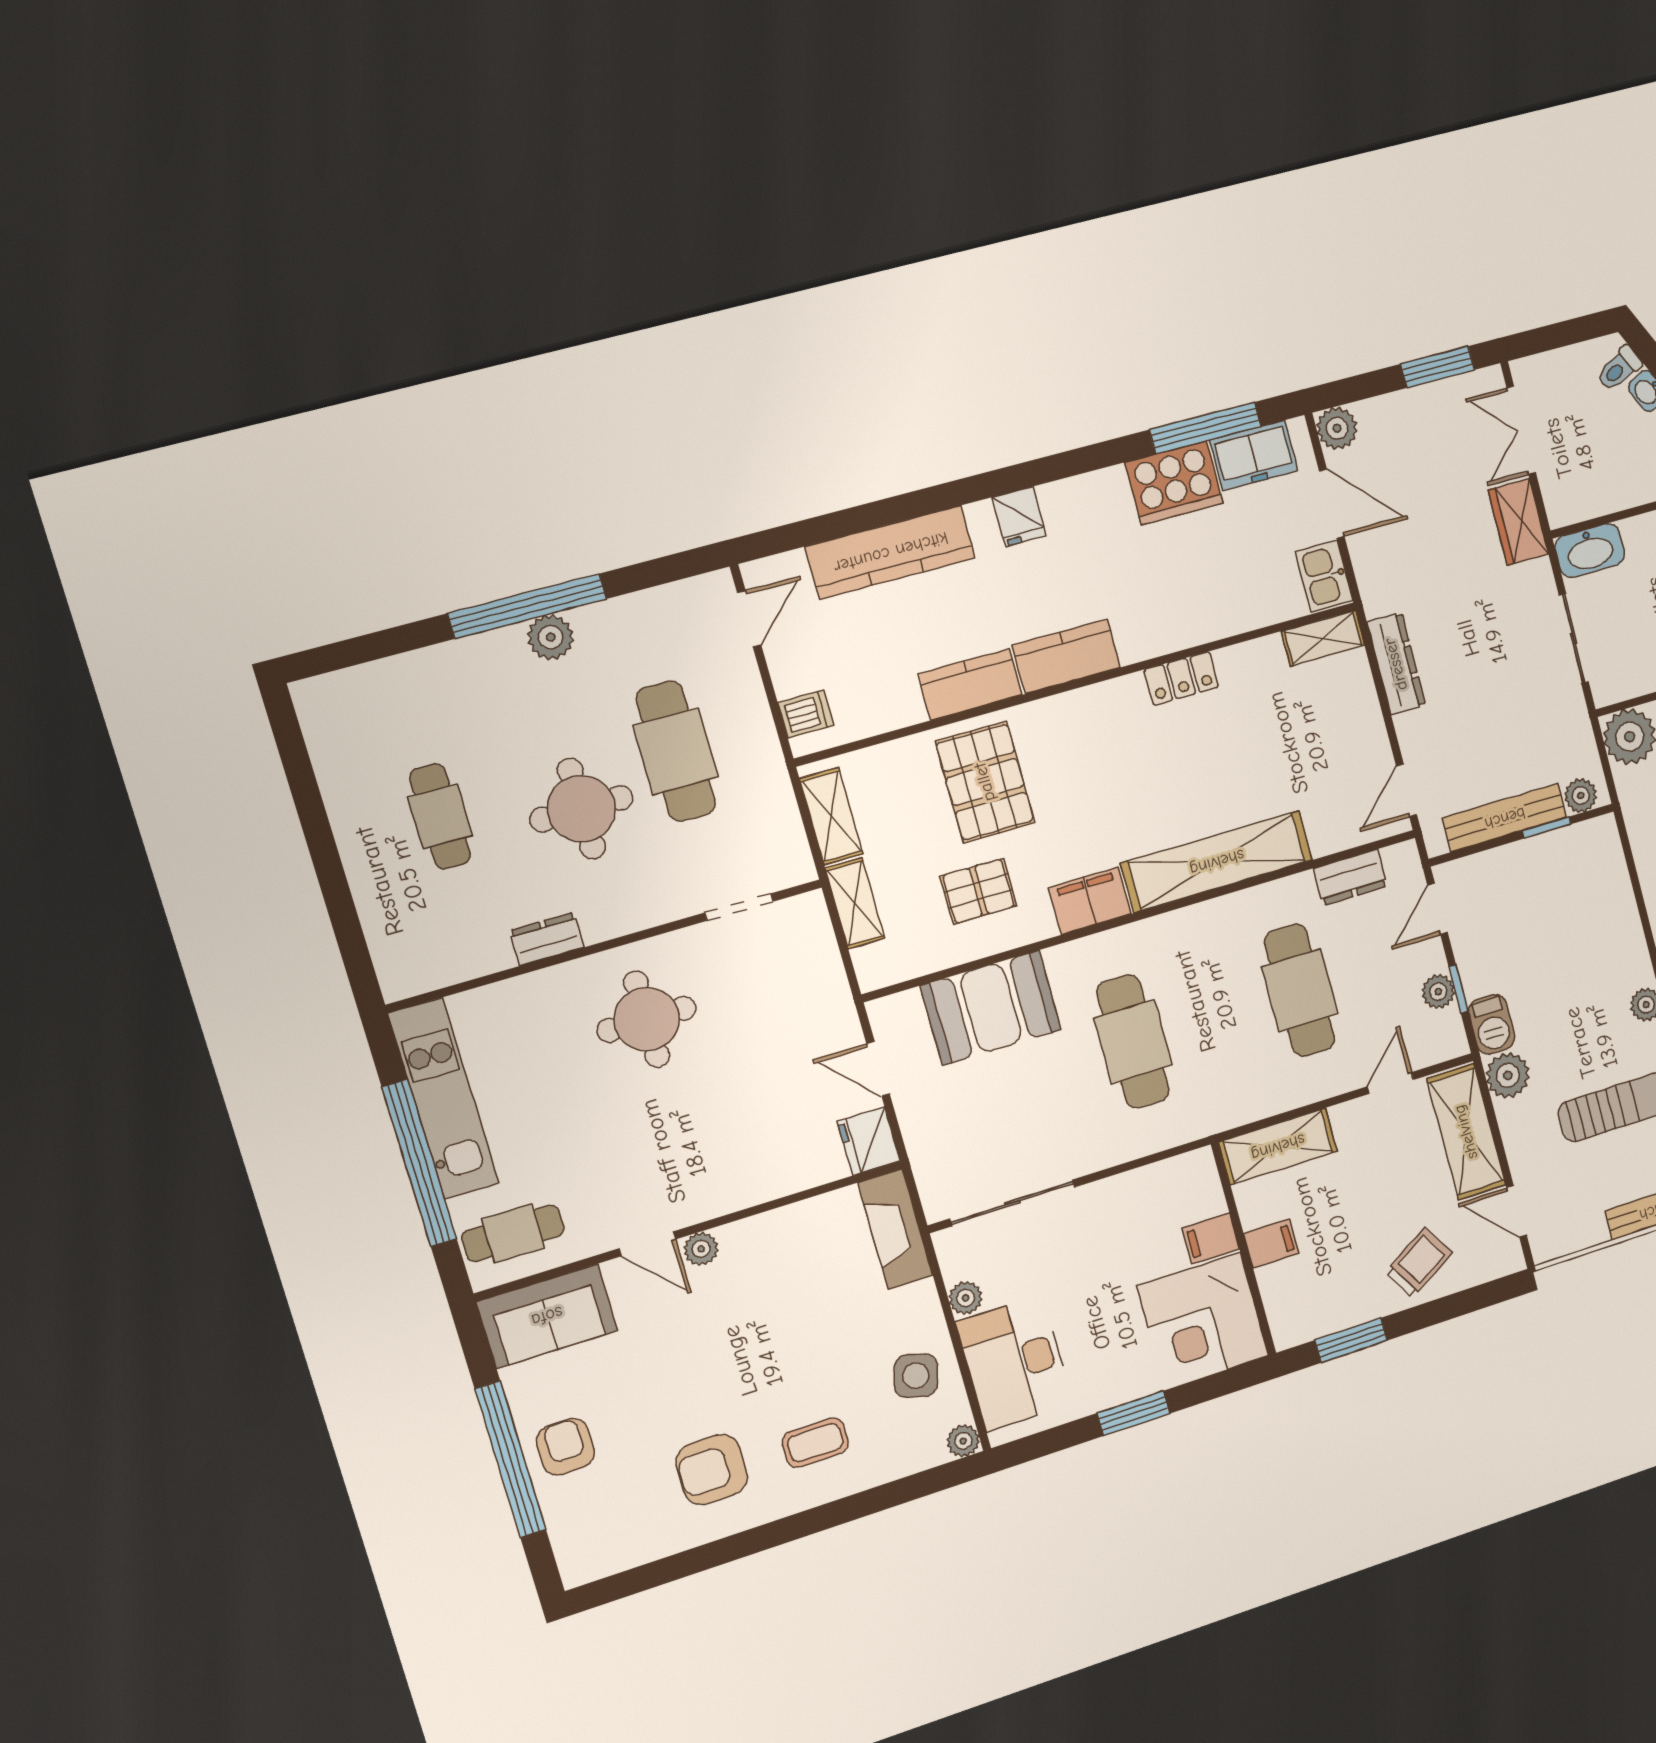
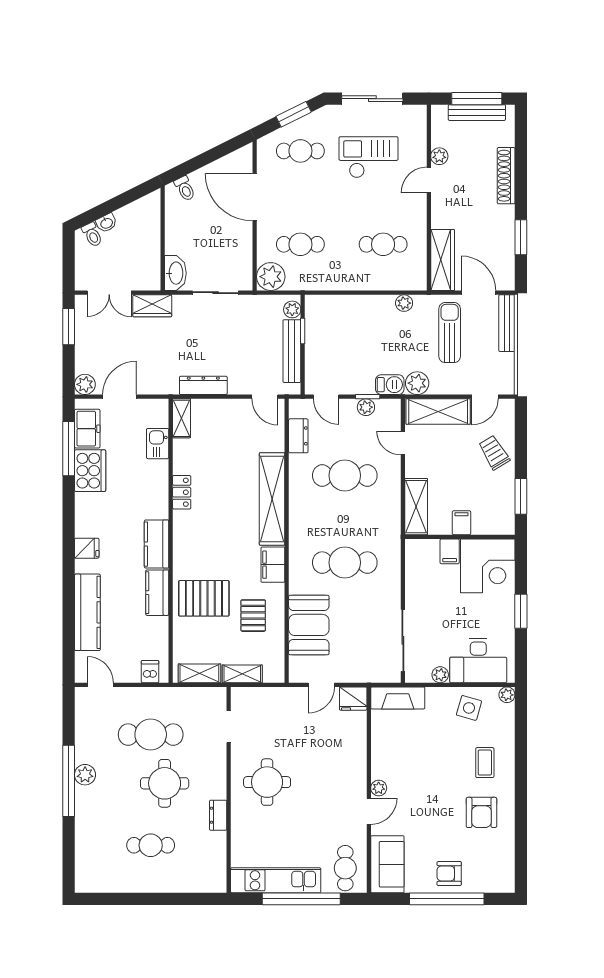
kitchen sink: (1324, 576) -> (158, 444), moved, turned 90

